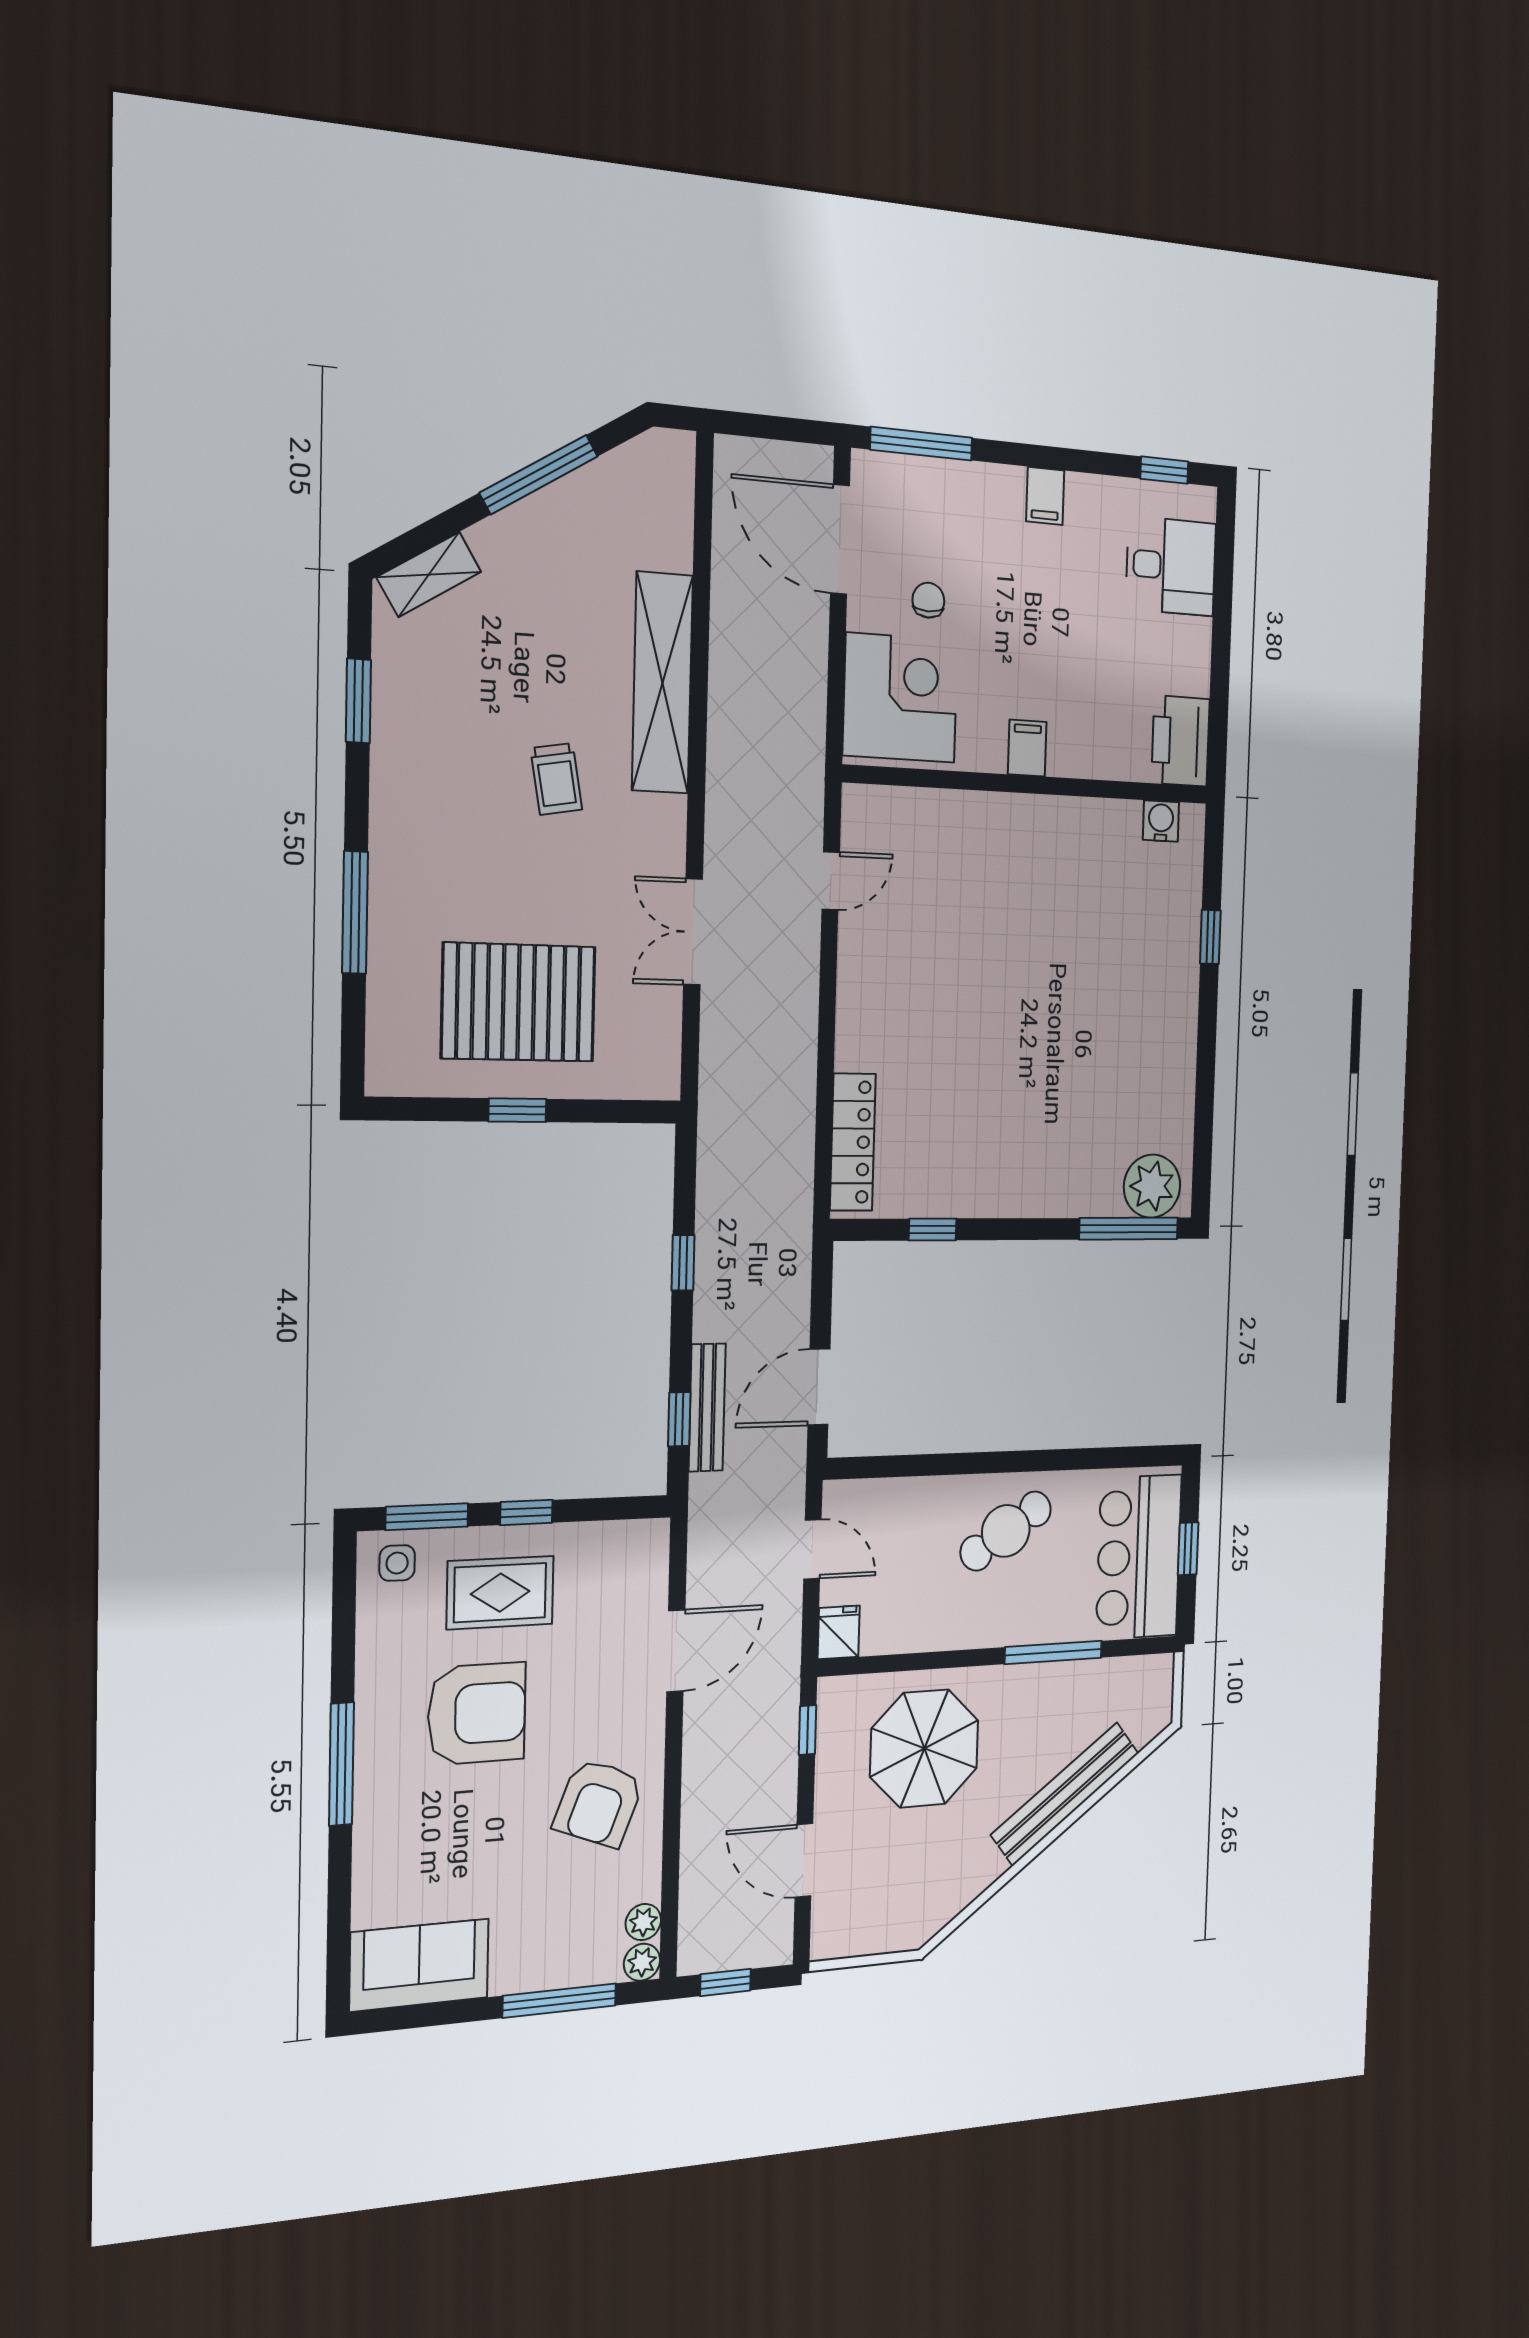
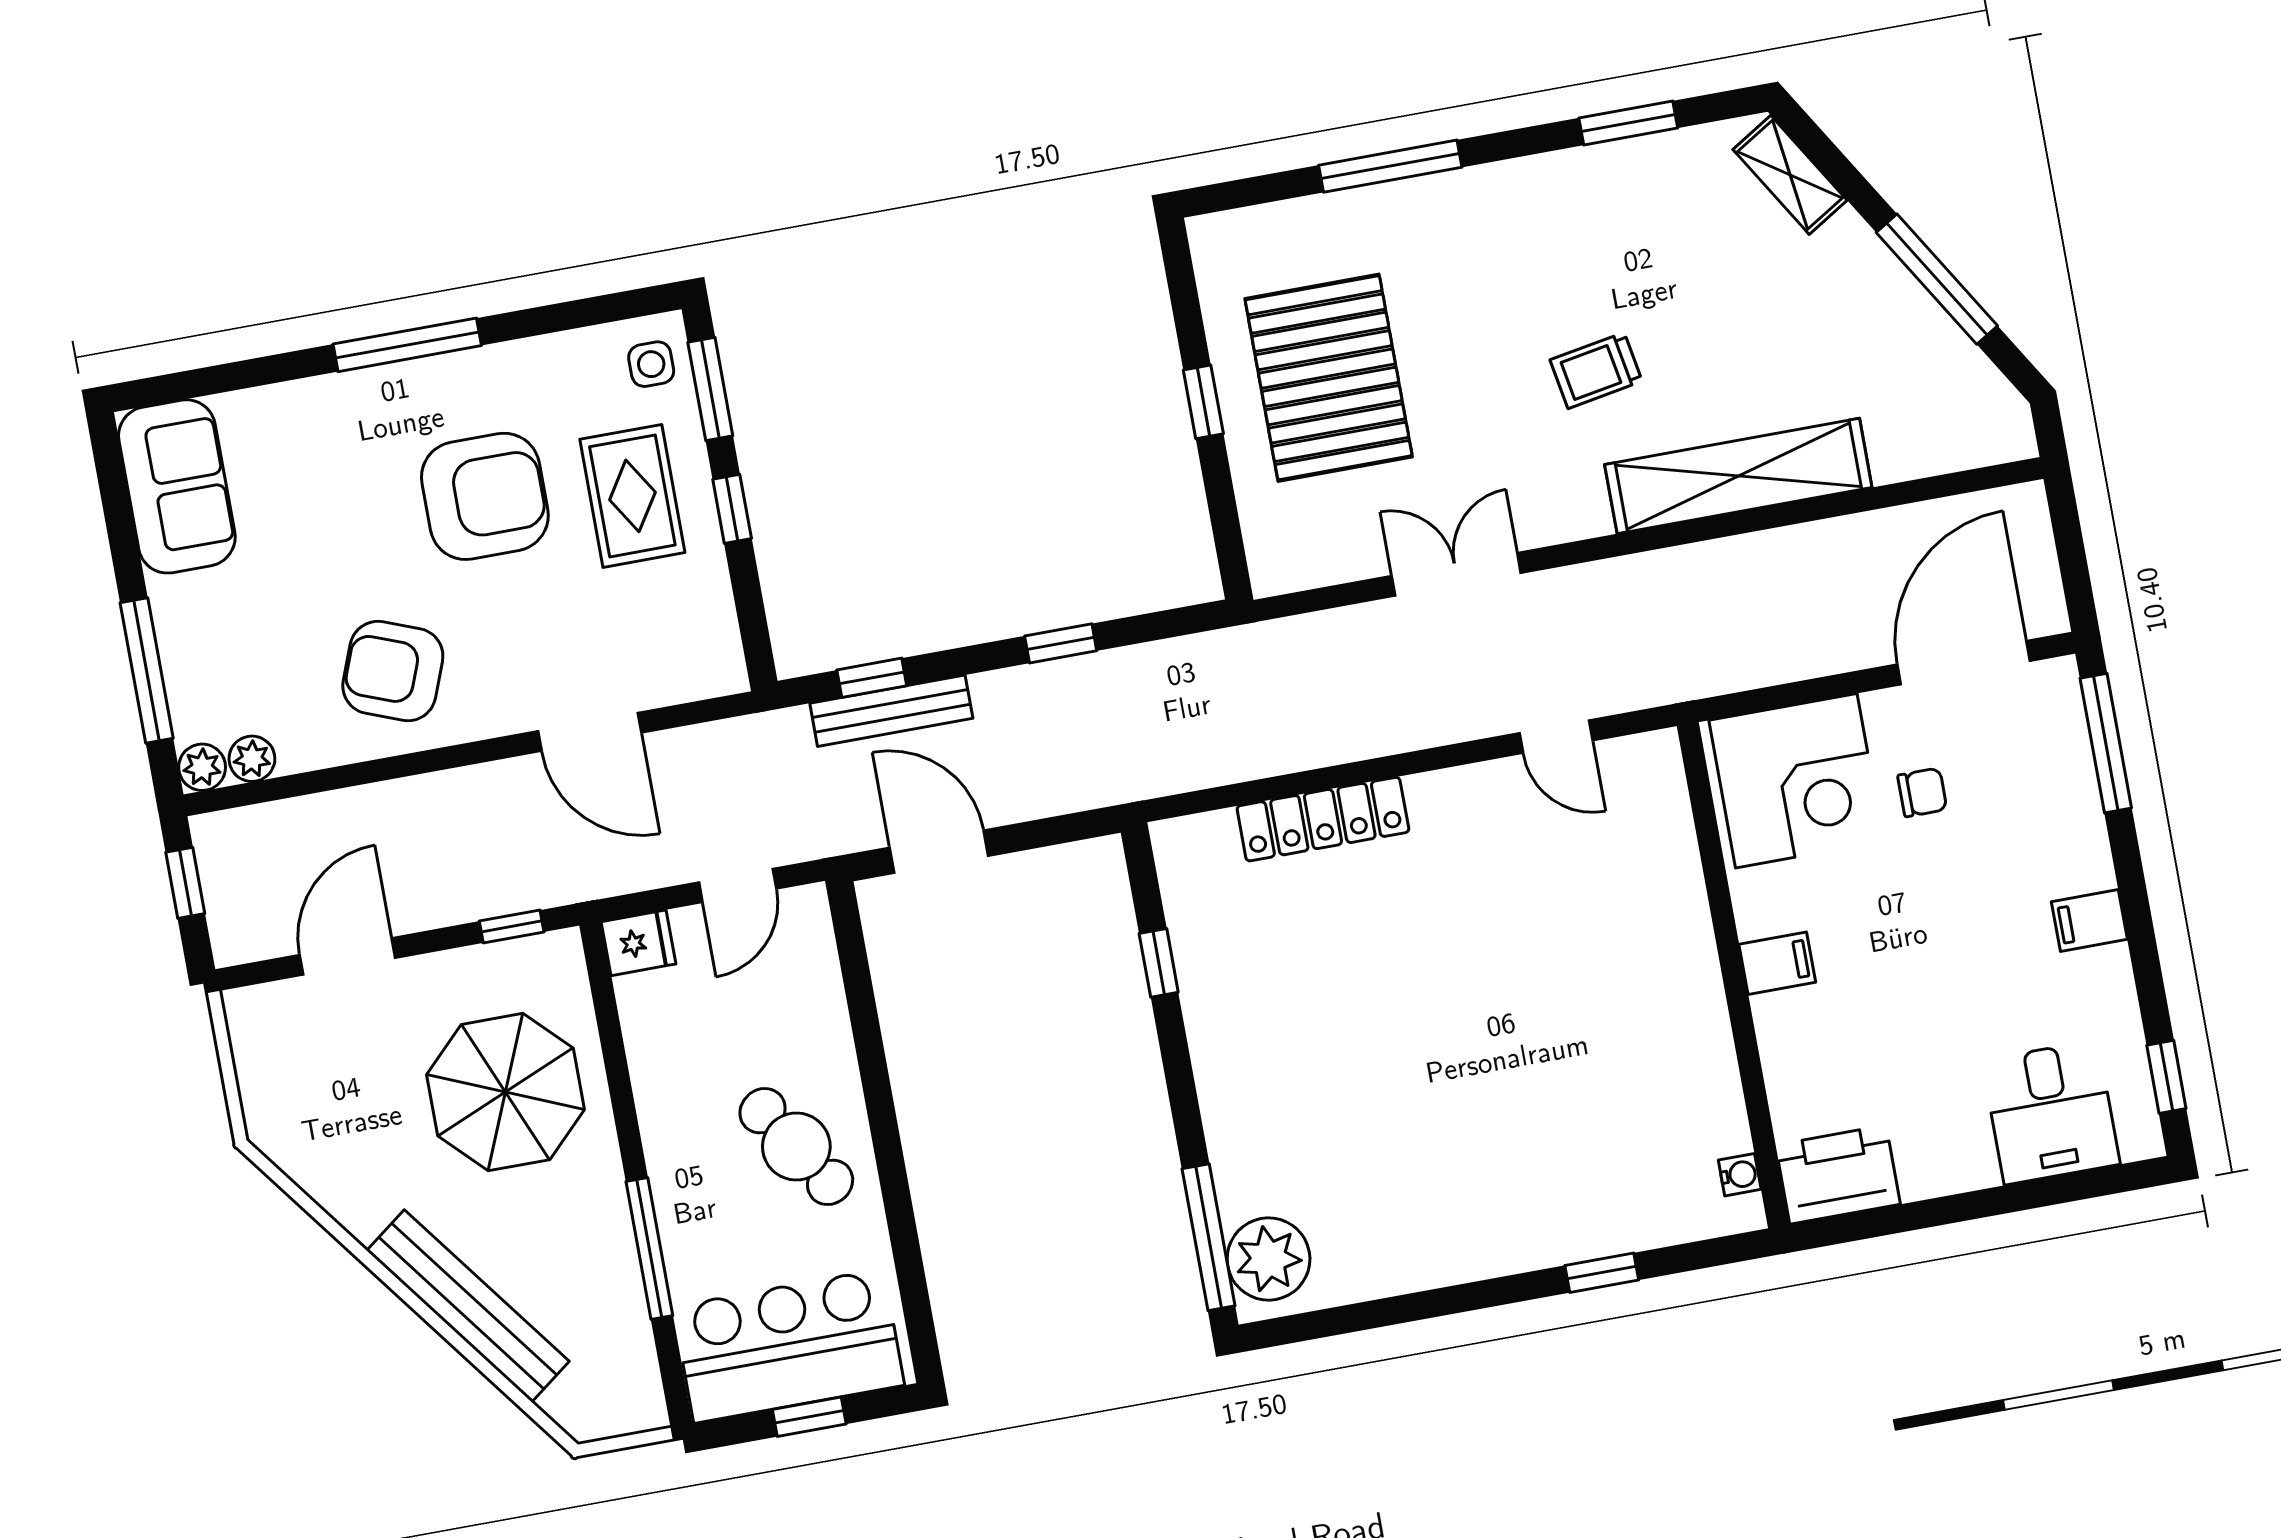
water cooler: (1161, 821) -> (1740, 1175), width x0.72, depth x0.72
locker: (853, 1142) -> (1323, 819), moved
armchair: (477, 1714) -> (485, 496), turned -90

